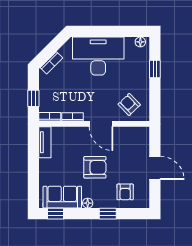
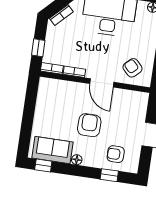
tv unit: (45, 142) -> (43, 93), removed
armchair: (95, 167) -> (89, 125), turned -90
armchair: (125, 192) -> (116, 154), turned 90
window: (108, 214) -> (109, 175), moved

